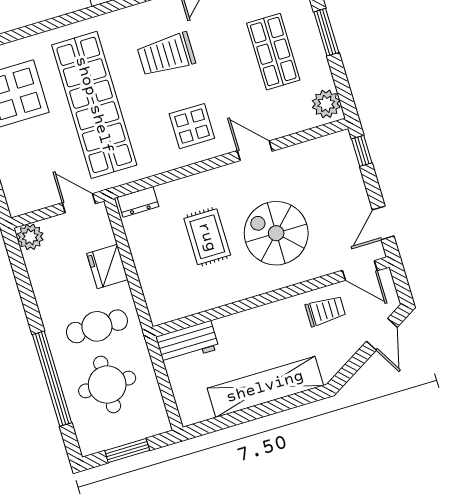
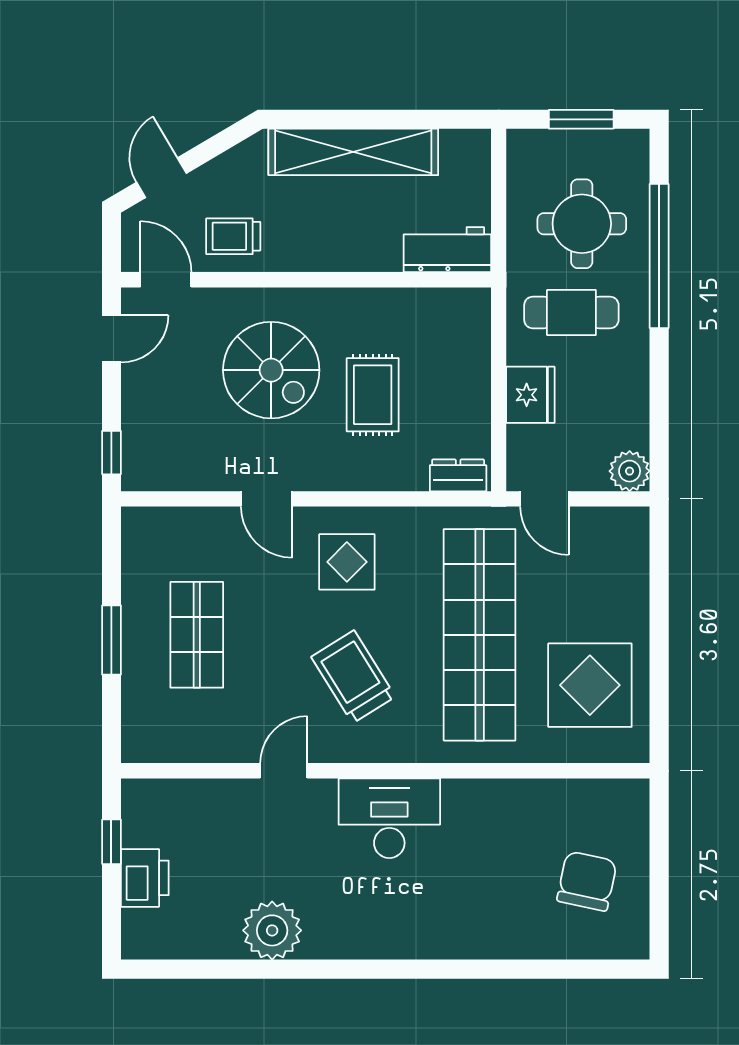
trolley: (166, 55) -> (353, 677), turned -122
plant: (326, 104) -> (143, 536), removed

